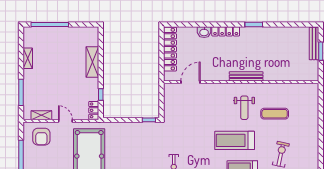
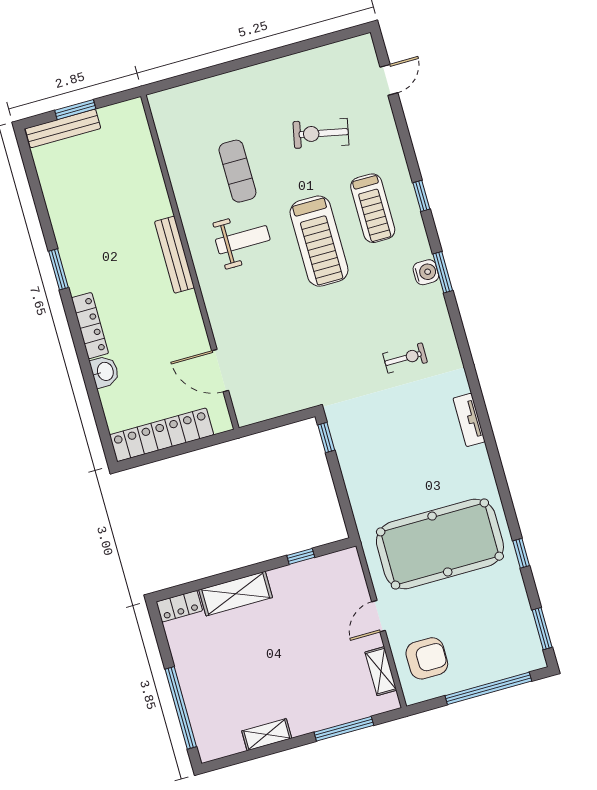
locker: (94, 110) -> (179, 606), moved

